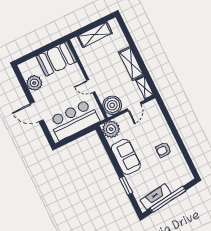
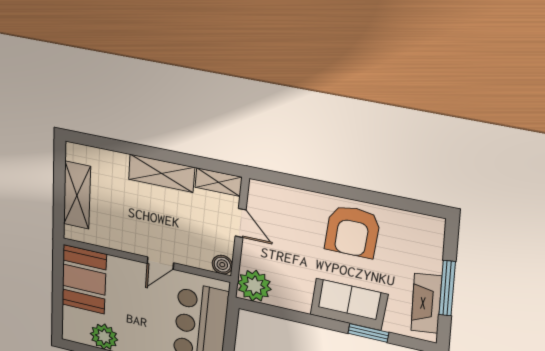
boiler: (112, 105) -> (222, 265), width x0.54, depth x0.54
armchair: (164, 150) -> (352, 232), width x1.88, depth x1.88
sofa: (126, 157) -> (349, 304), moved
window: (168, 199) -> (447, 288), width x0.68

